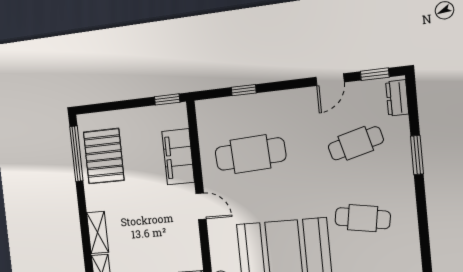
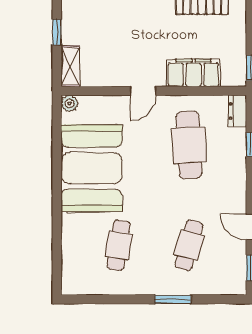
dresser: (397, 98) -> (238, 111), moved, turned -90
cafe table: (356, 143) -> (189, 245), turned 30

